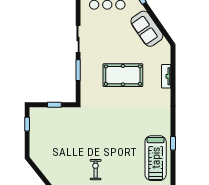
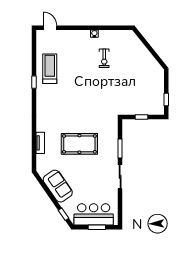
treadmill: (156, 158) -> (50, 69), width x0.73, depth x0.73

